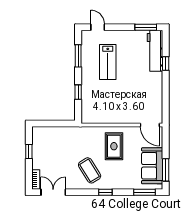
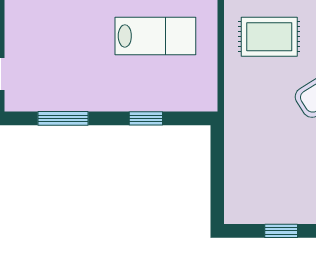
lab bench: (108, 62) -> (155, 36), moved

